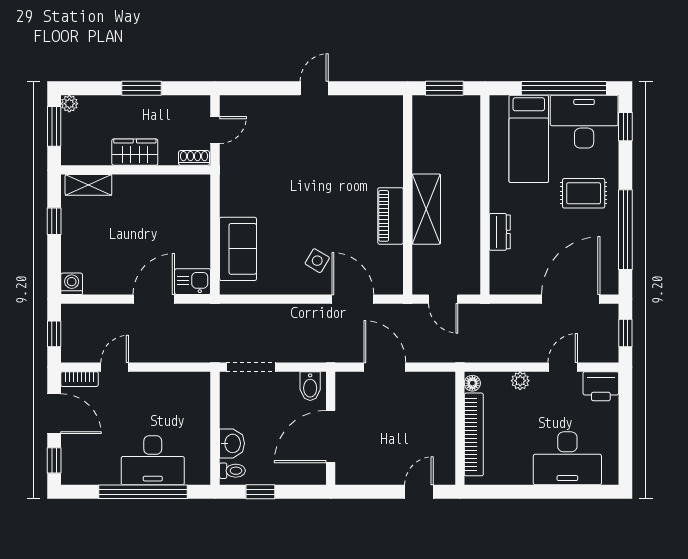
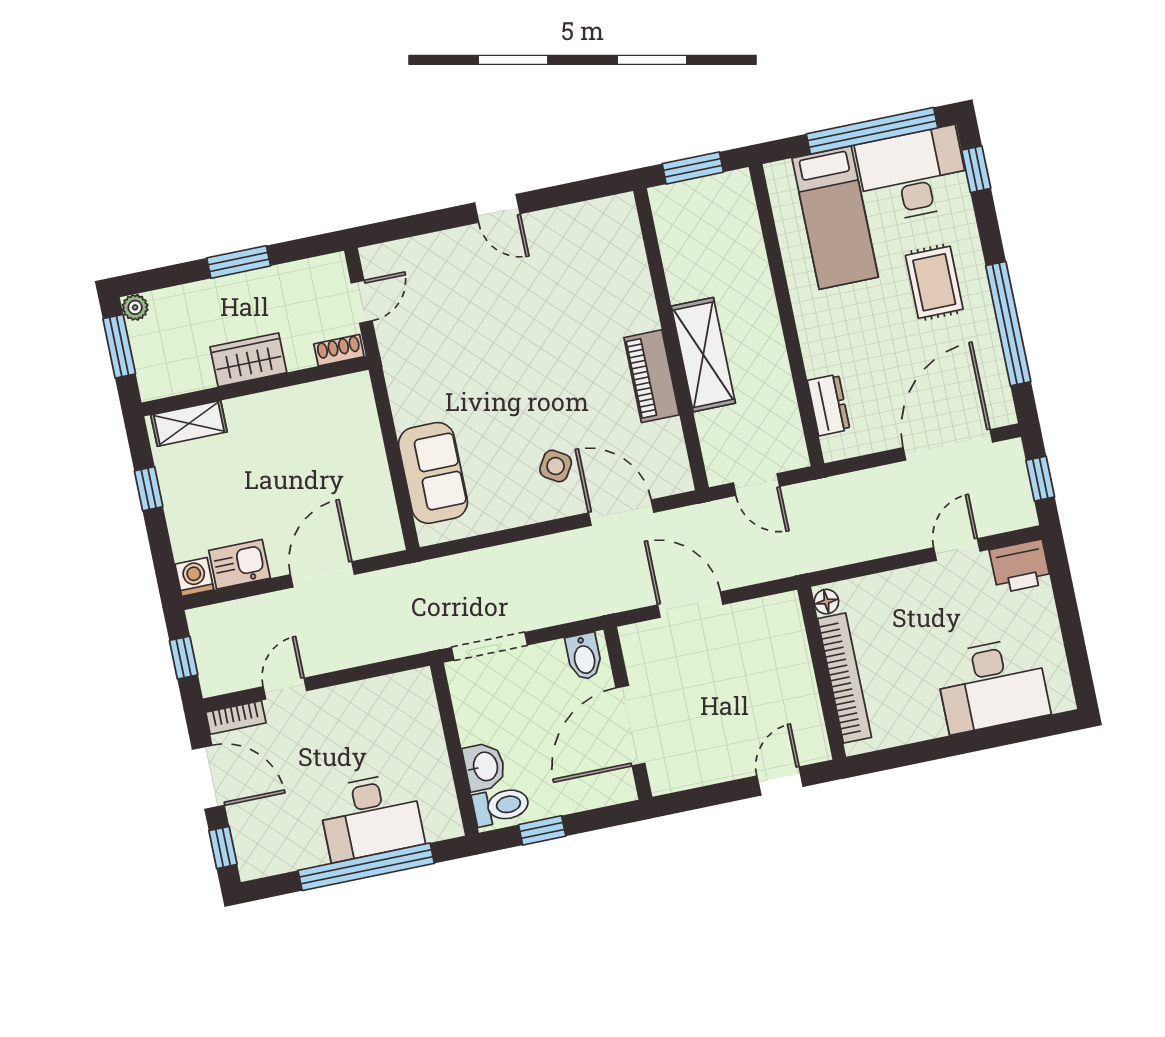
door: (314, 88) -> (497, 208), swing flipped
rug: (584, 193) -> (934, 282), turned 90
dresser: (500, 232) -> (829, 405), moved
kitchen sink: (193, 282) -> (239, 564), moved
plant: (520, 381) -> (897, 583), removed
toilet: (232, 471) -> (501, 806), width x1.37, depth x1.39

